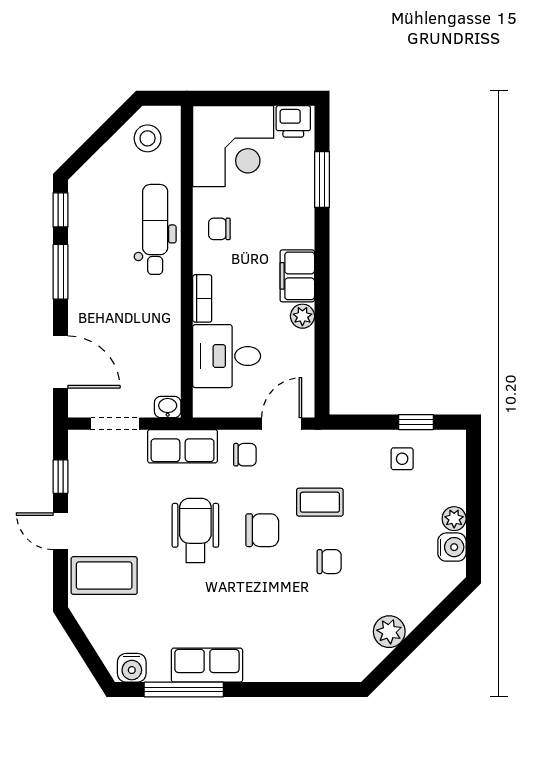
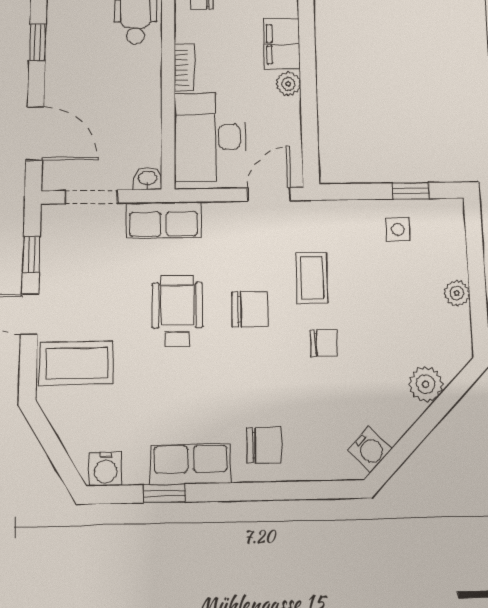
window: (61, 272) -> (38, 42), width x0.67
desk: (227, 356) -> (210, 137), width x1.37
chair: (245, 455) -> (264, 445), moved, width x1.37, depth x1.37
coffee table: (320, 502) -> (312, 278), turned 90
water cooler: (452, 547) -> (370, 449), moved, turned 45
plant: (389, 632) -> (426, 384), moved
window: (184, 689) -> (164, 493), width x0.46

